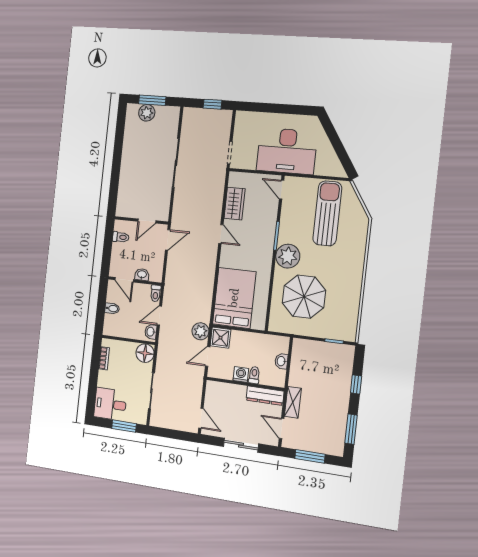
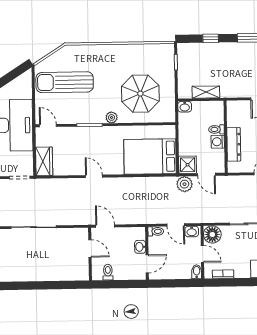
door: (282, 190) -> (48, 126), swing flipped
wardrobe: (235, 204) -> (44, 161), moved, turned 90
door: (221, 234) -> (94, 176), hinge flipped
plant: (288, 256) -> (112, 117), width x0.53, depth x0.53
bidet: (112, 308) -> (197, 272), moved
door: (127, 340) -> (202, 254), added
washbasin: (281, 361) -> (185, 107), moved
dresser: (265, 396) -> (234, 144), moved
shelving: (293, 402) -> (206, 92), moved

